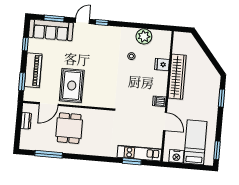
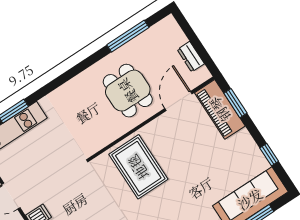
piano: (33, 70) -> (220, 109), moved
rug: (72, 85) -> (138, 167), moved

